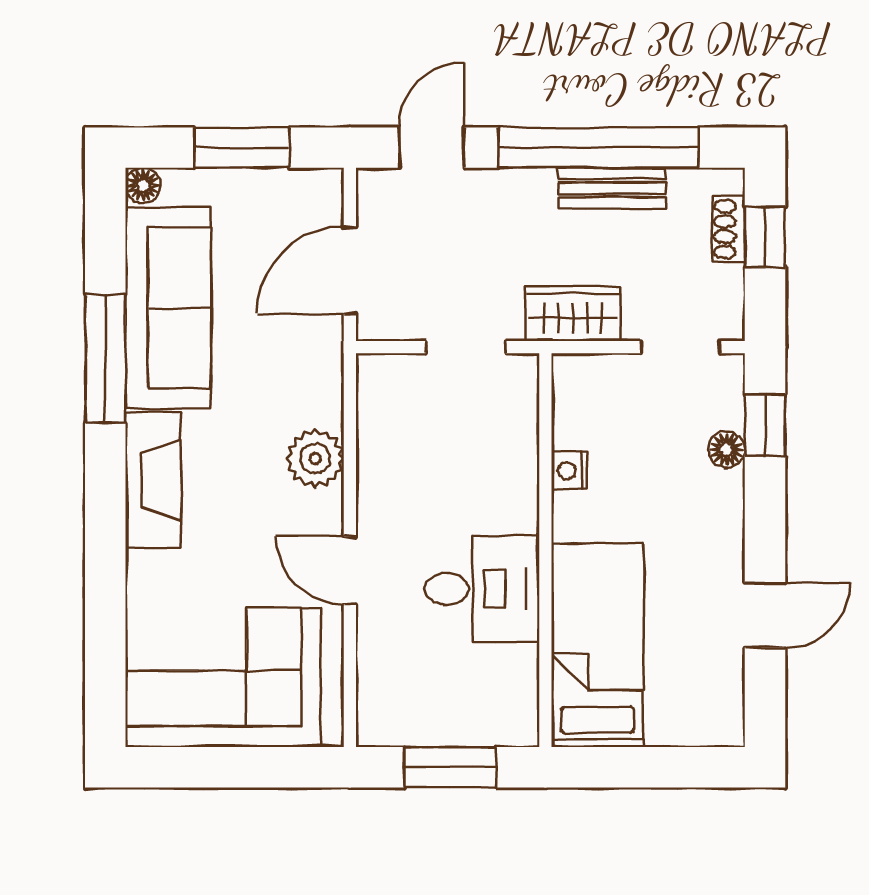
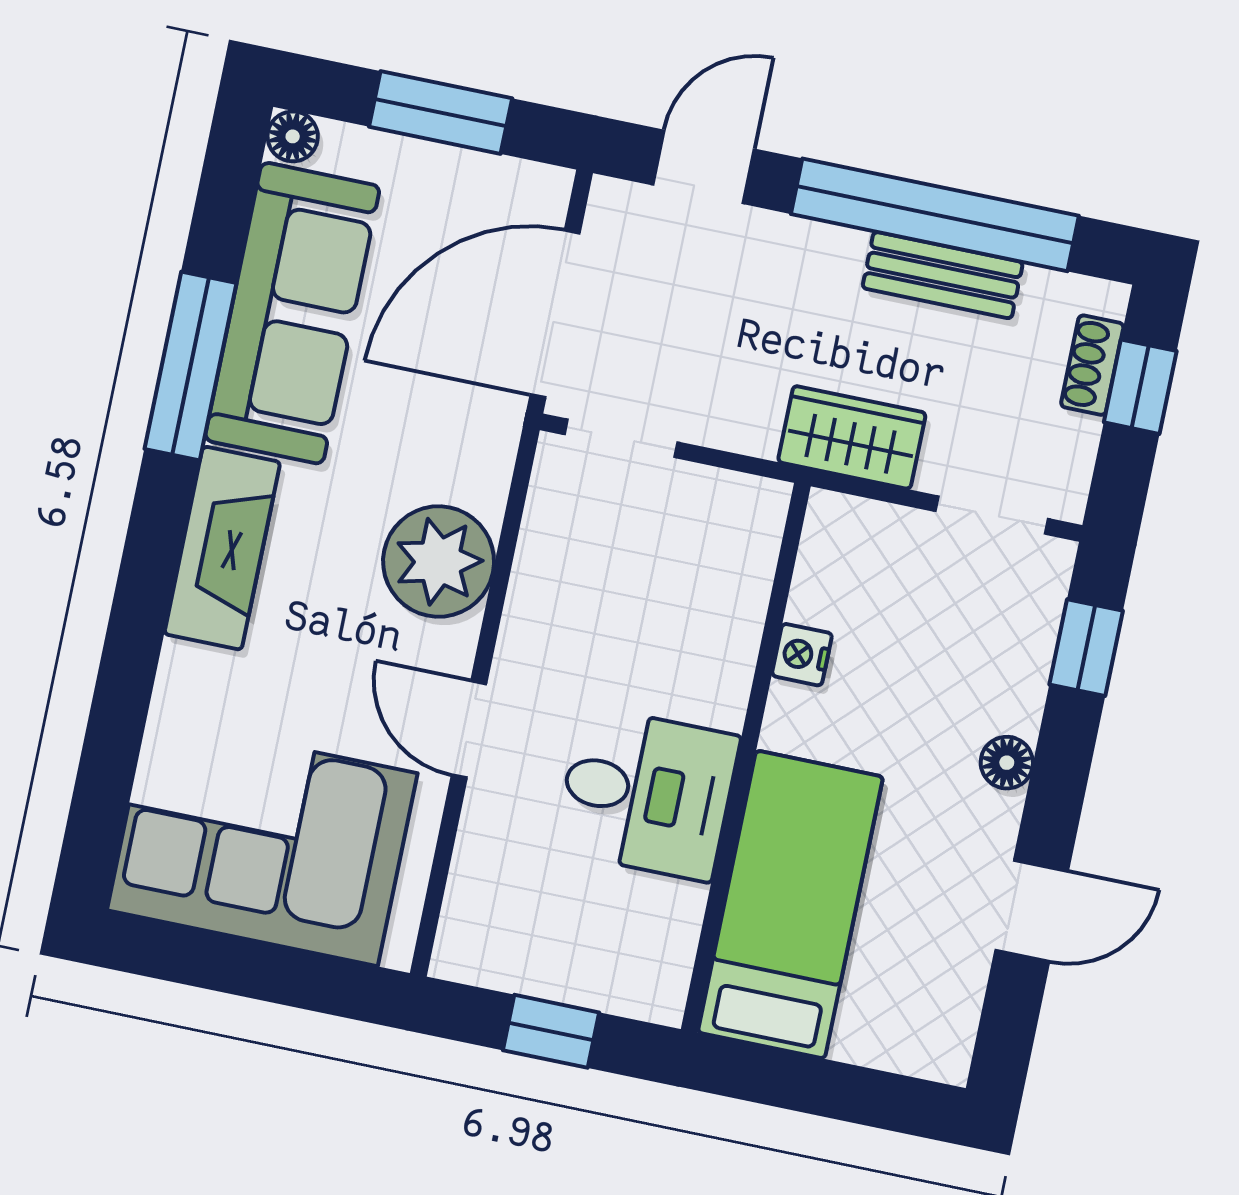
door: (350, 271) -> (555, 314), width x1.36
doorway: (466, 347) -> (621, 438), moved
floor lamp: (727, 450) -> (1007, 763), moved
plant: (315, 458) -> (439, 561), width x1.36, depth x1.36
window: (450, 767) -> (551, 1031), width x0.67

